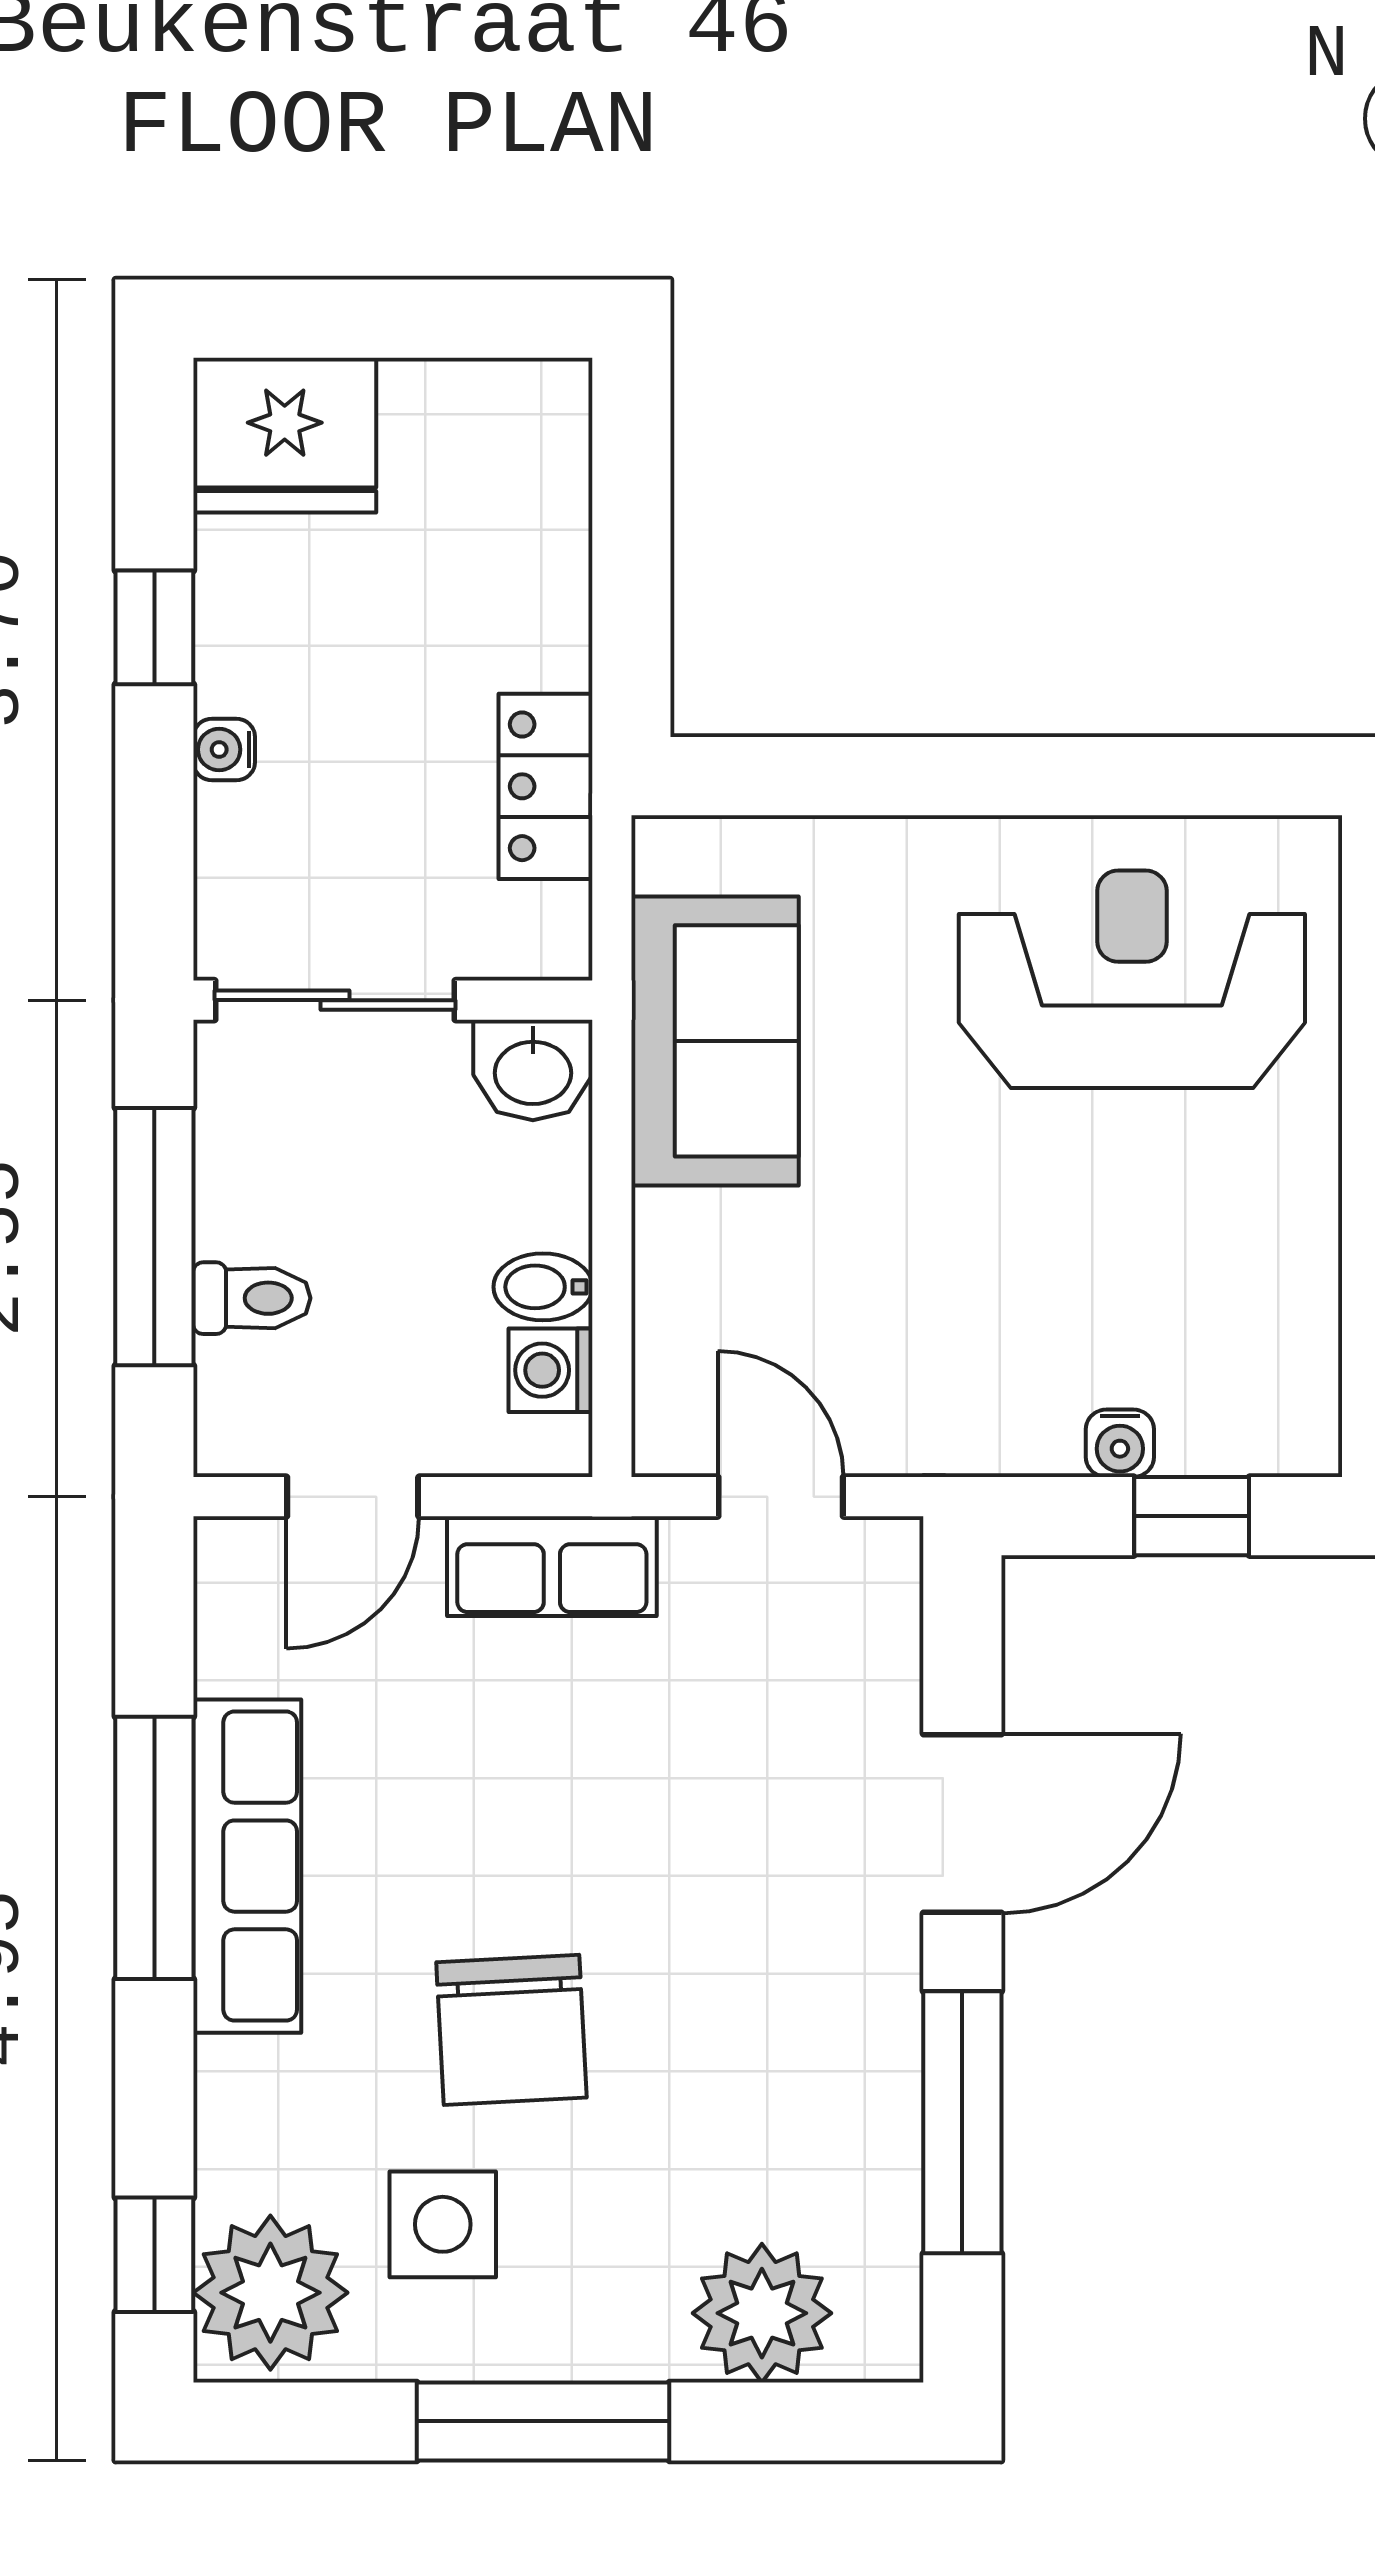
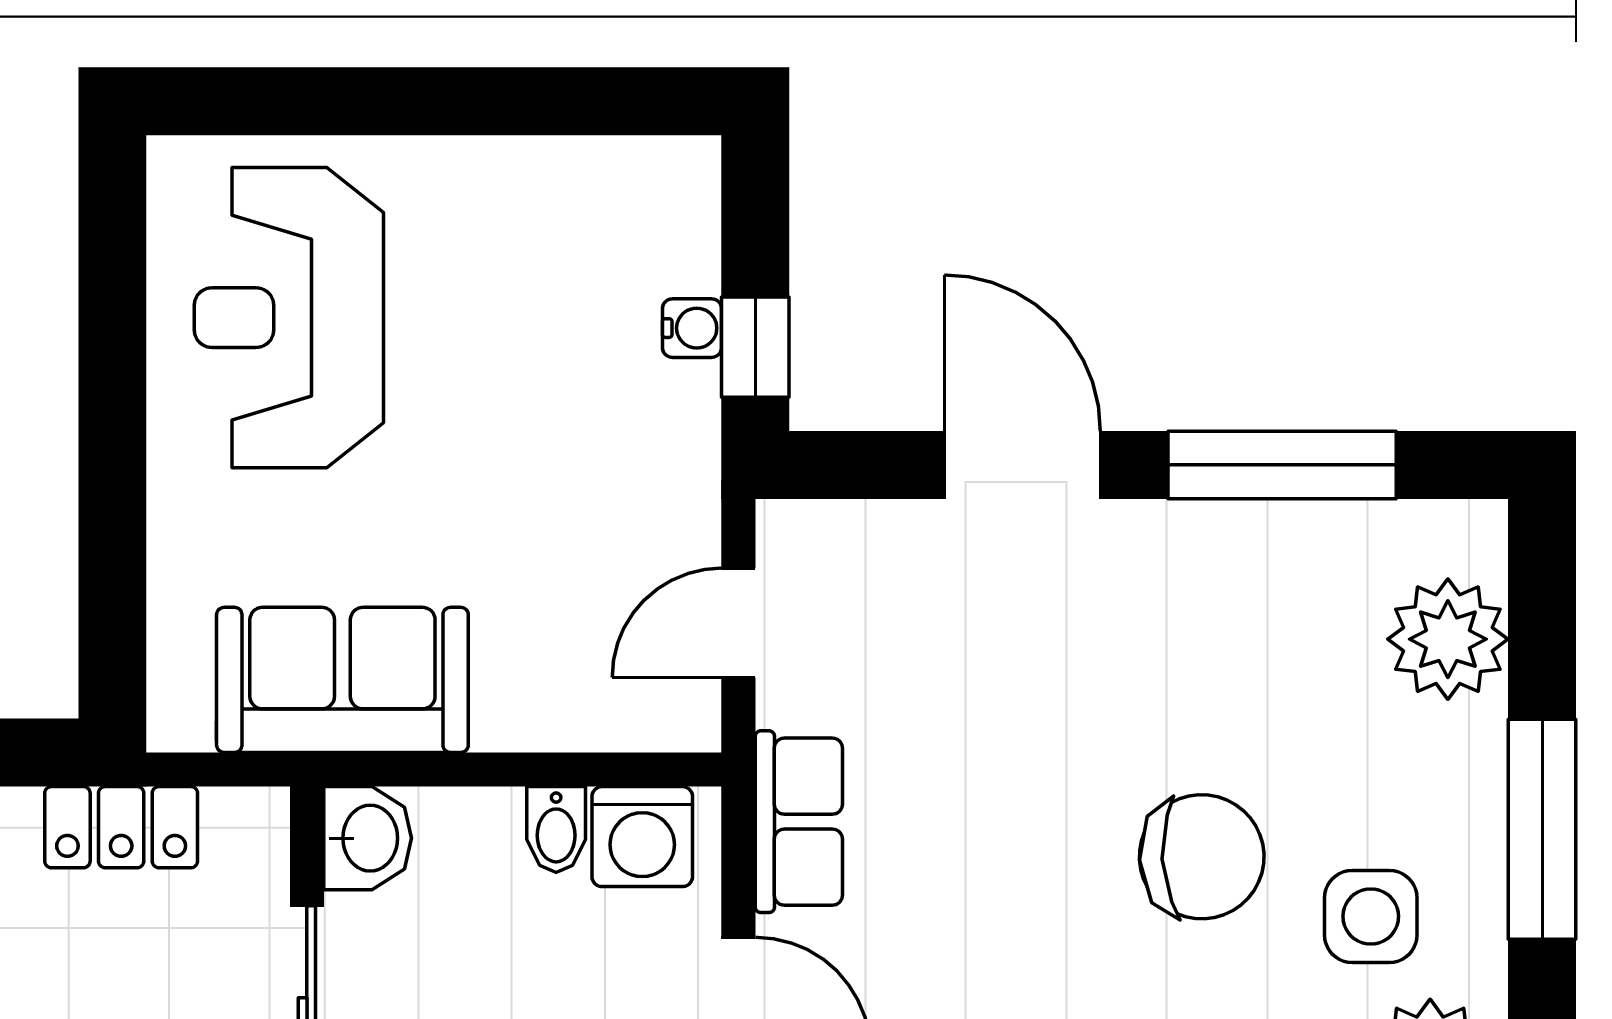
washing machine: (551, 1370) -> (642, 837), width x1.38, depth x1.38
window: (1192, 1516) -> (755, 347), moved

